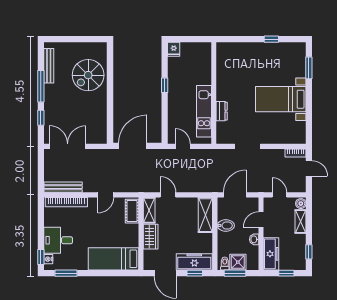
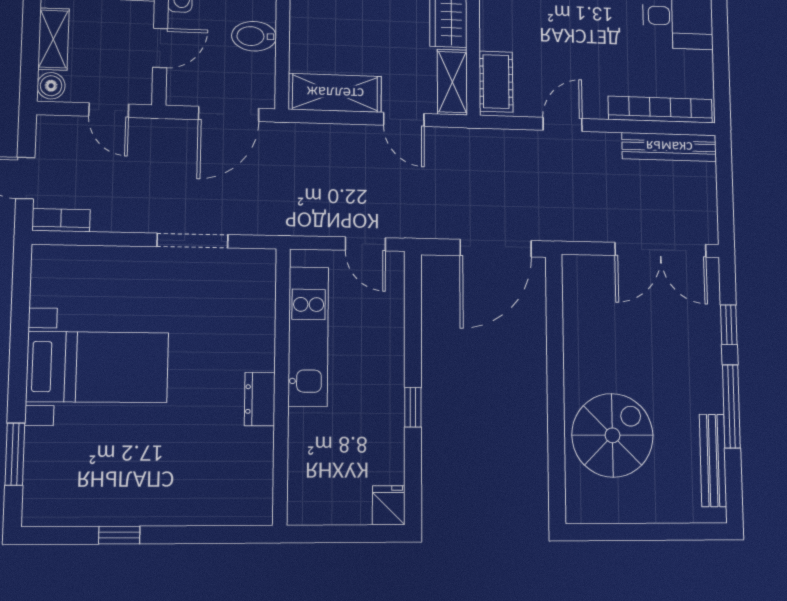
dresser: (222, 111) -> (260, 399), moved
shelving: (205, 215) -> (335, 93), moved, turned 90

